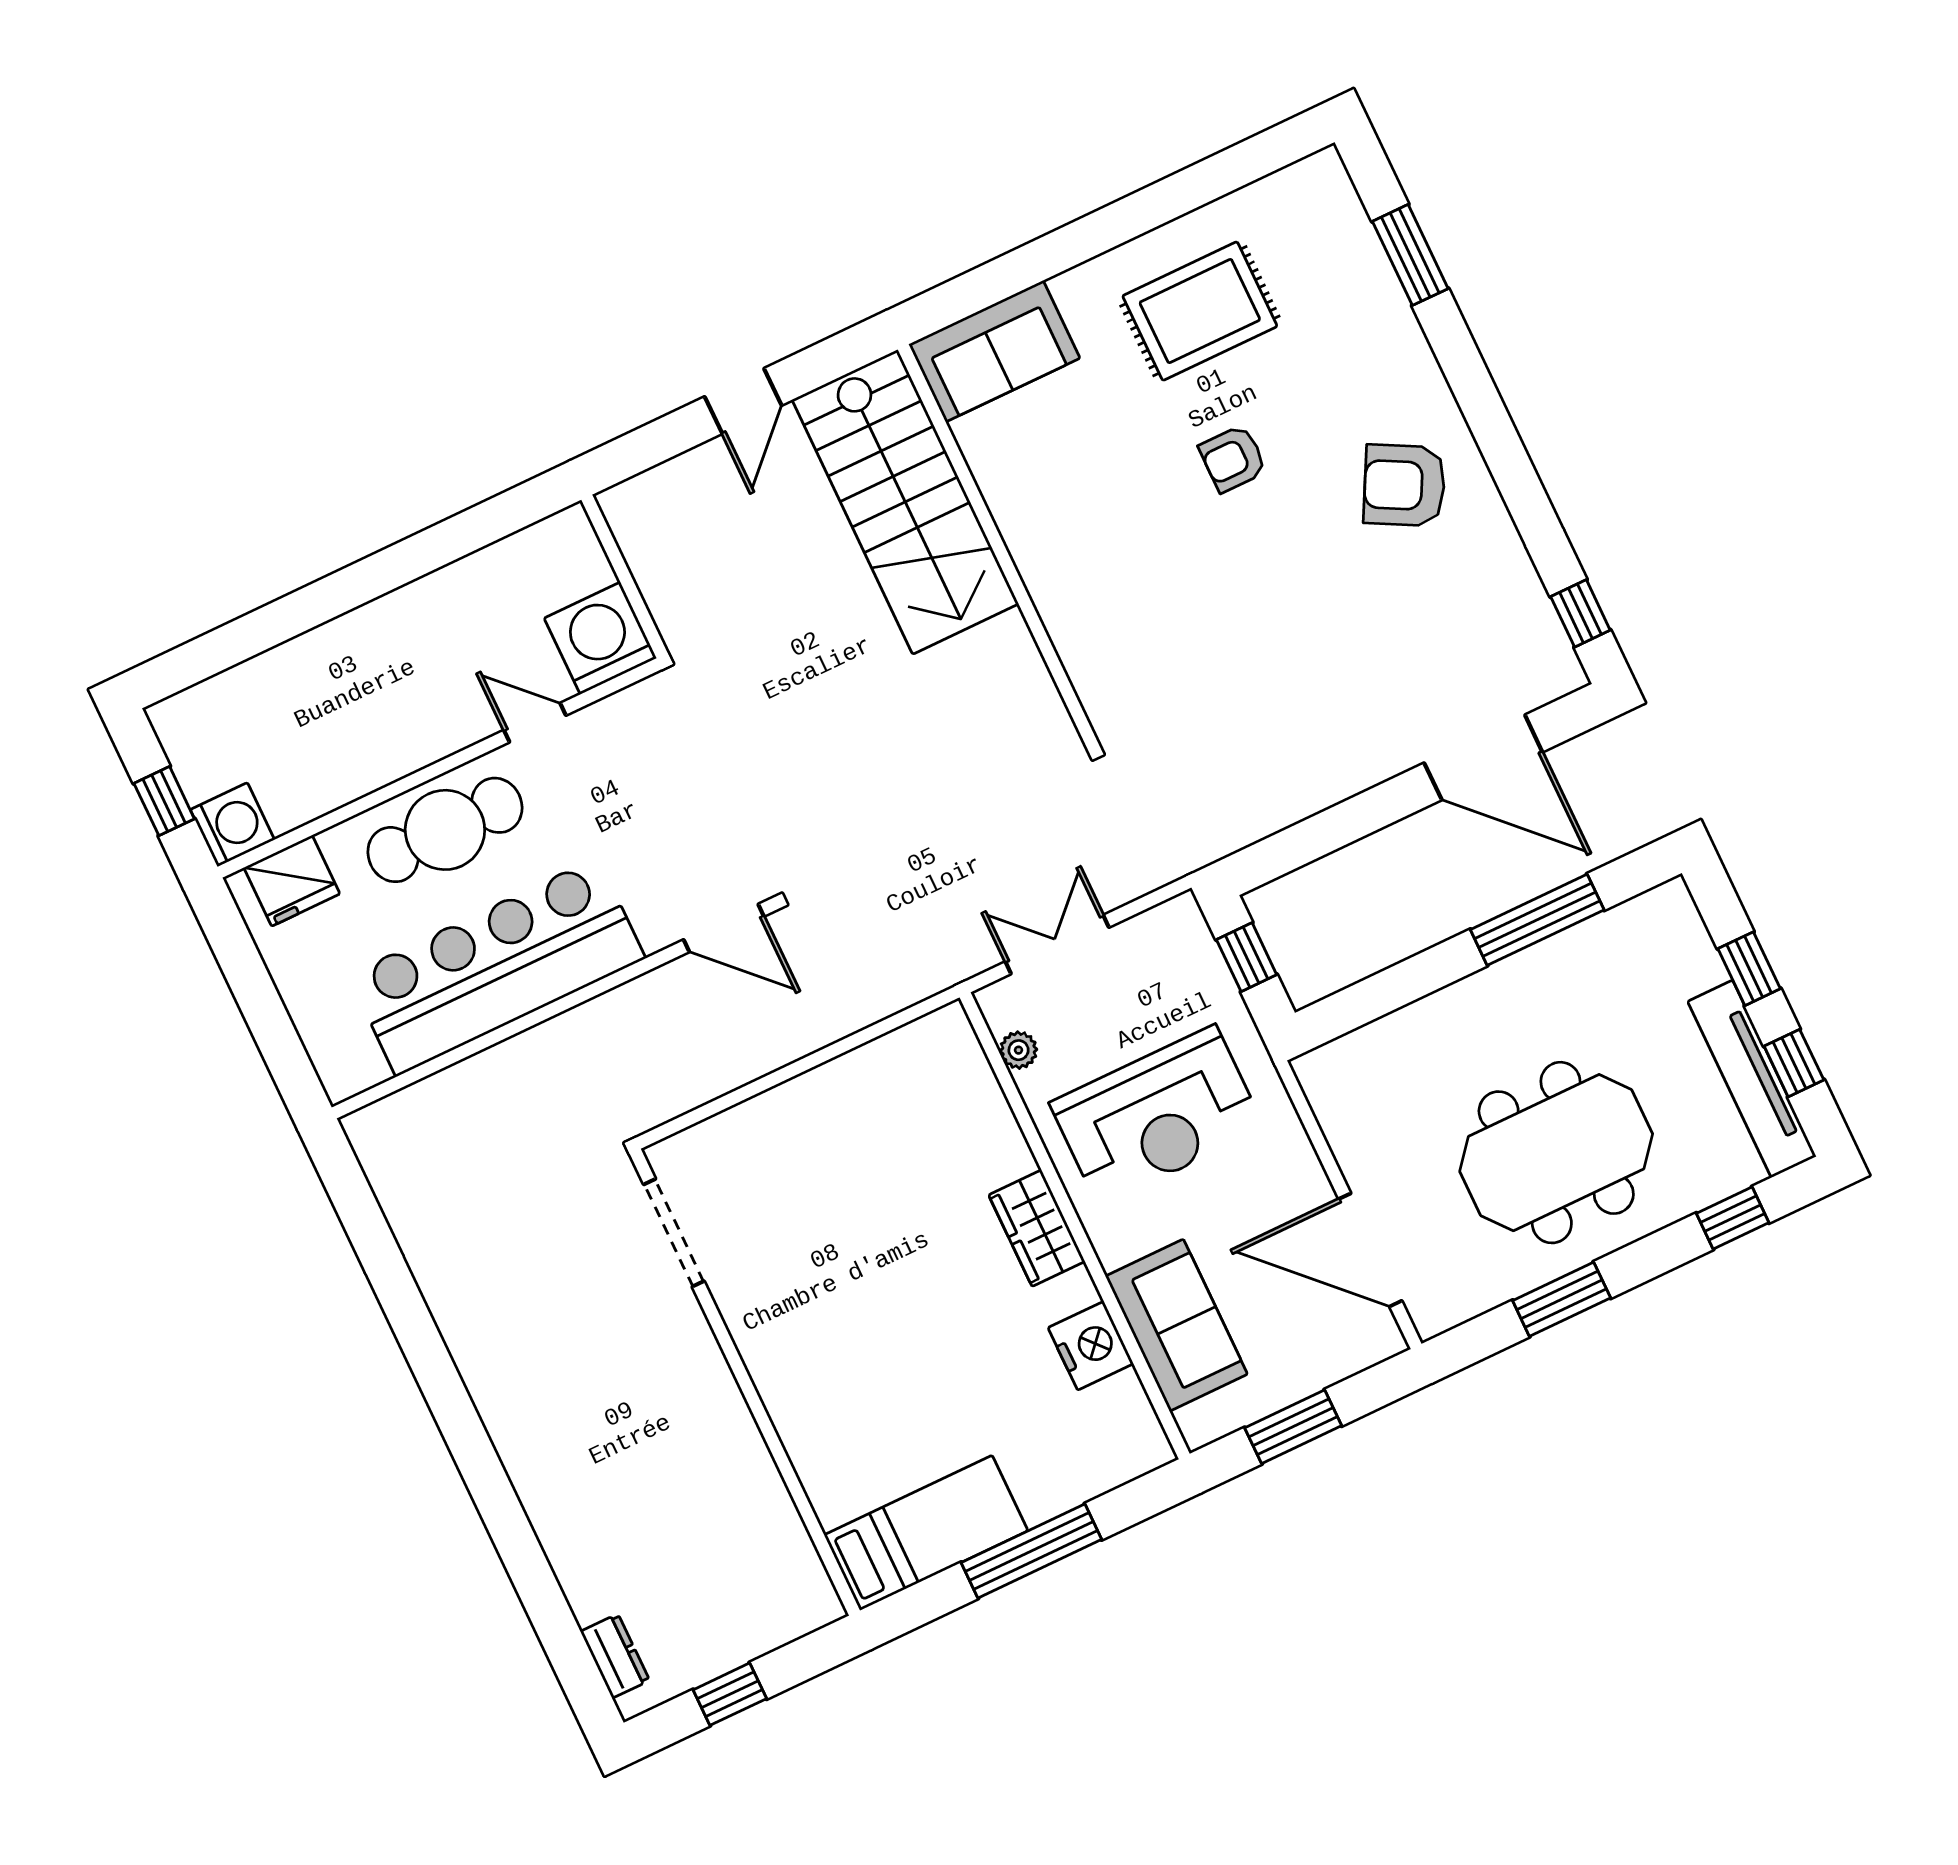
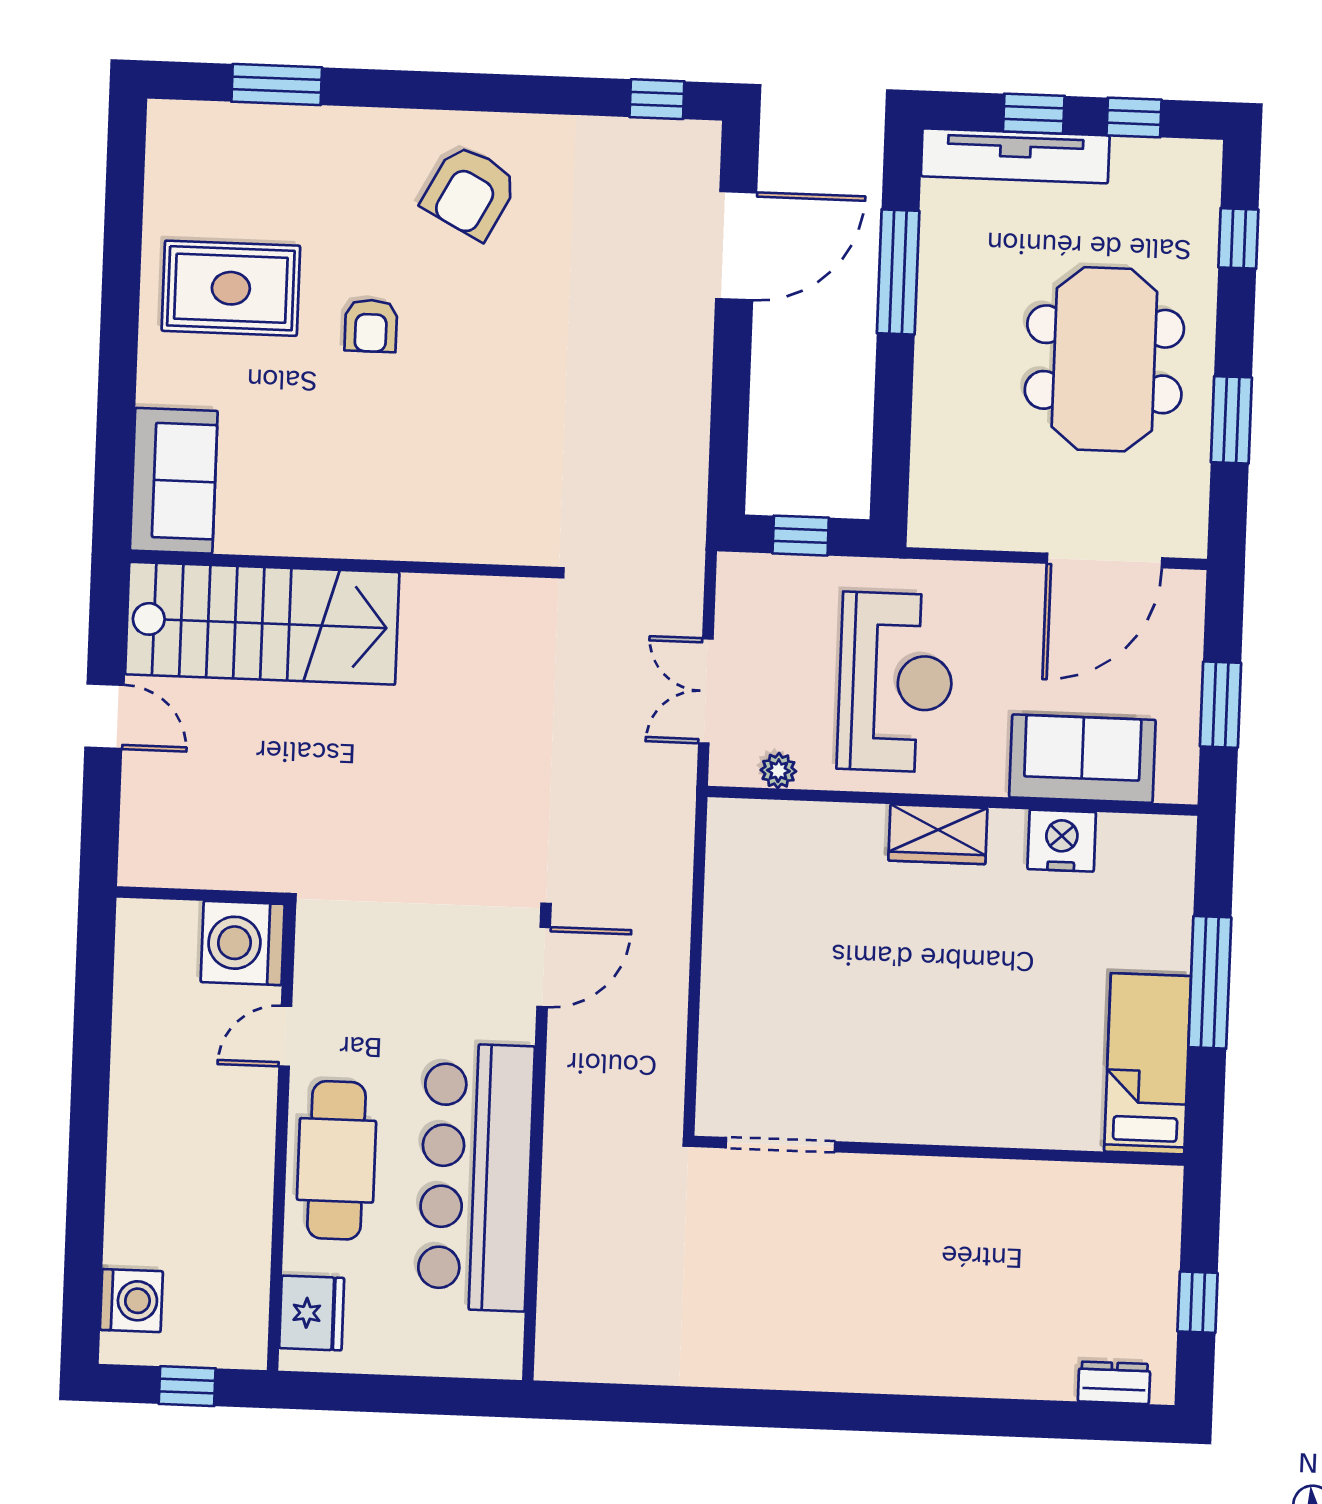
rug: (1200, 311) -> (231, 288), turned 90
washing machine: (232, 825) -> (131, 1301), moved, turned 90
tv unit: (1752, 1079) -> (1015, 156), moved

